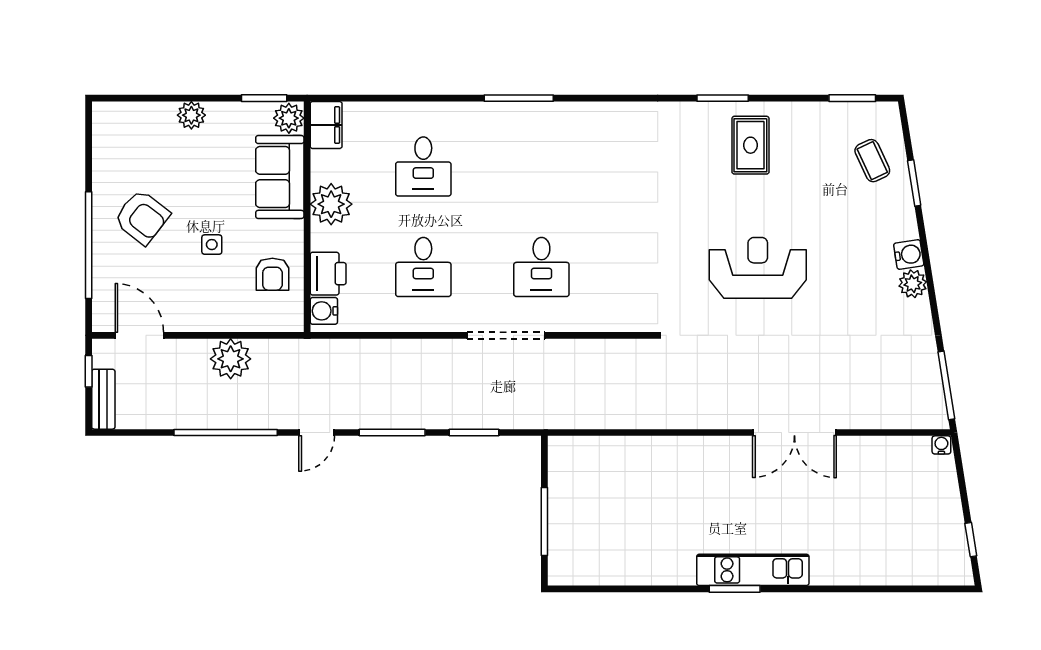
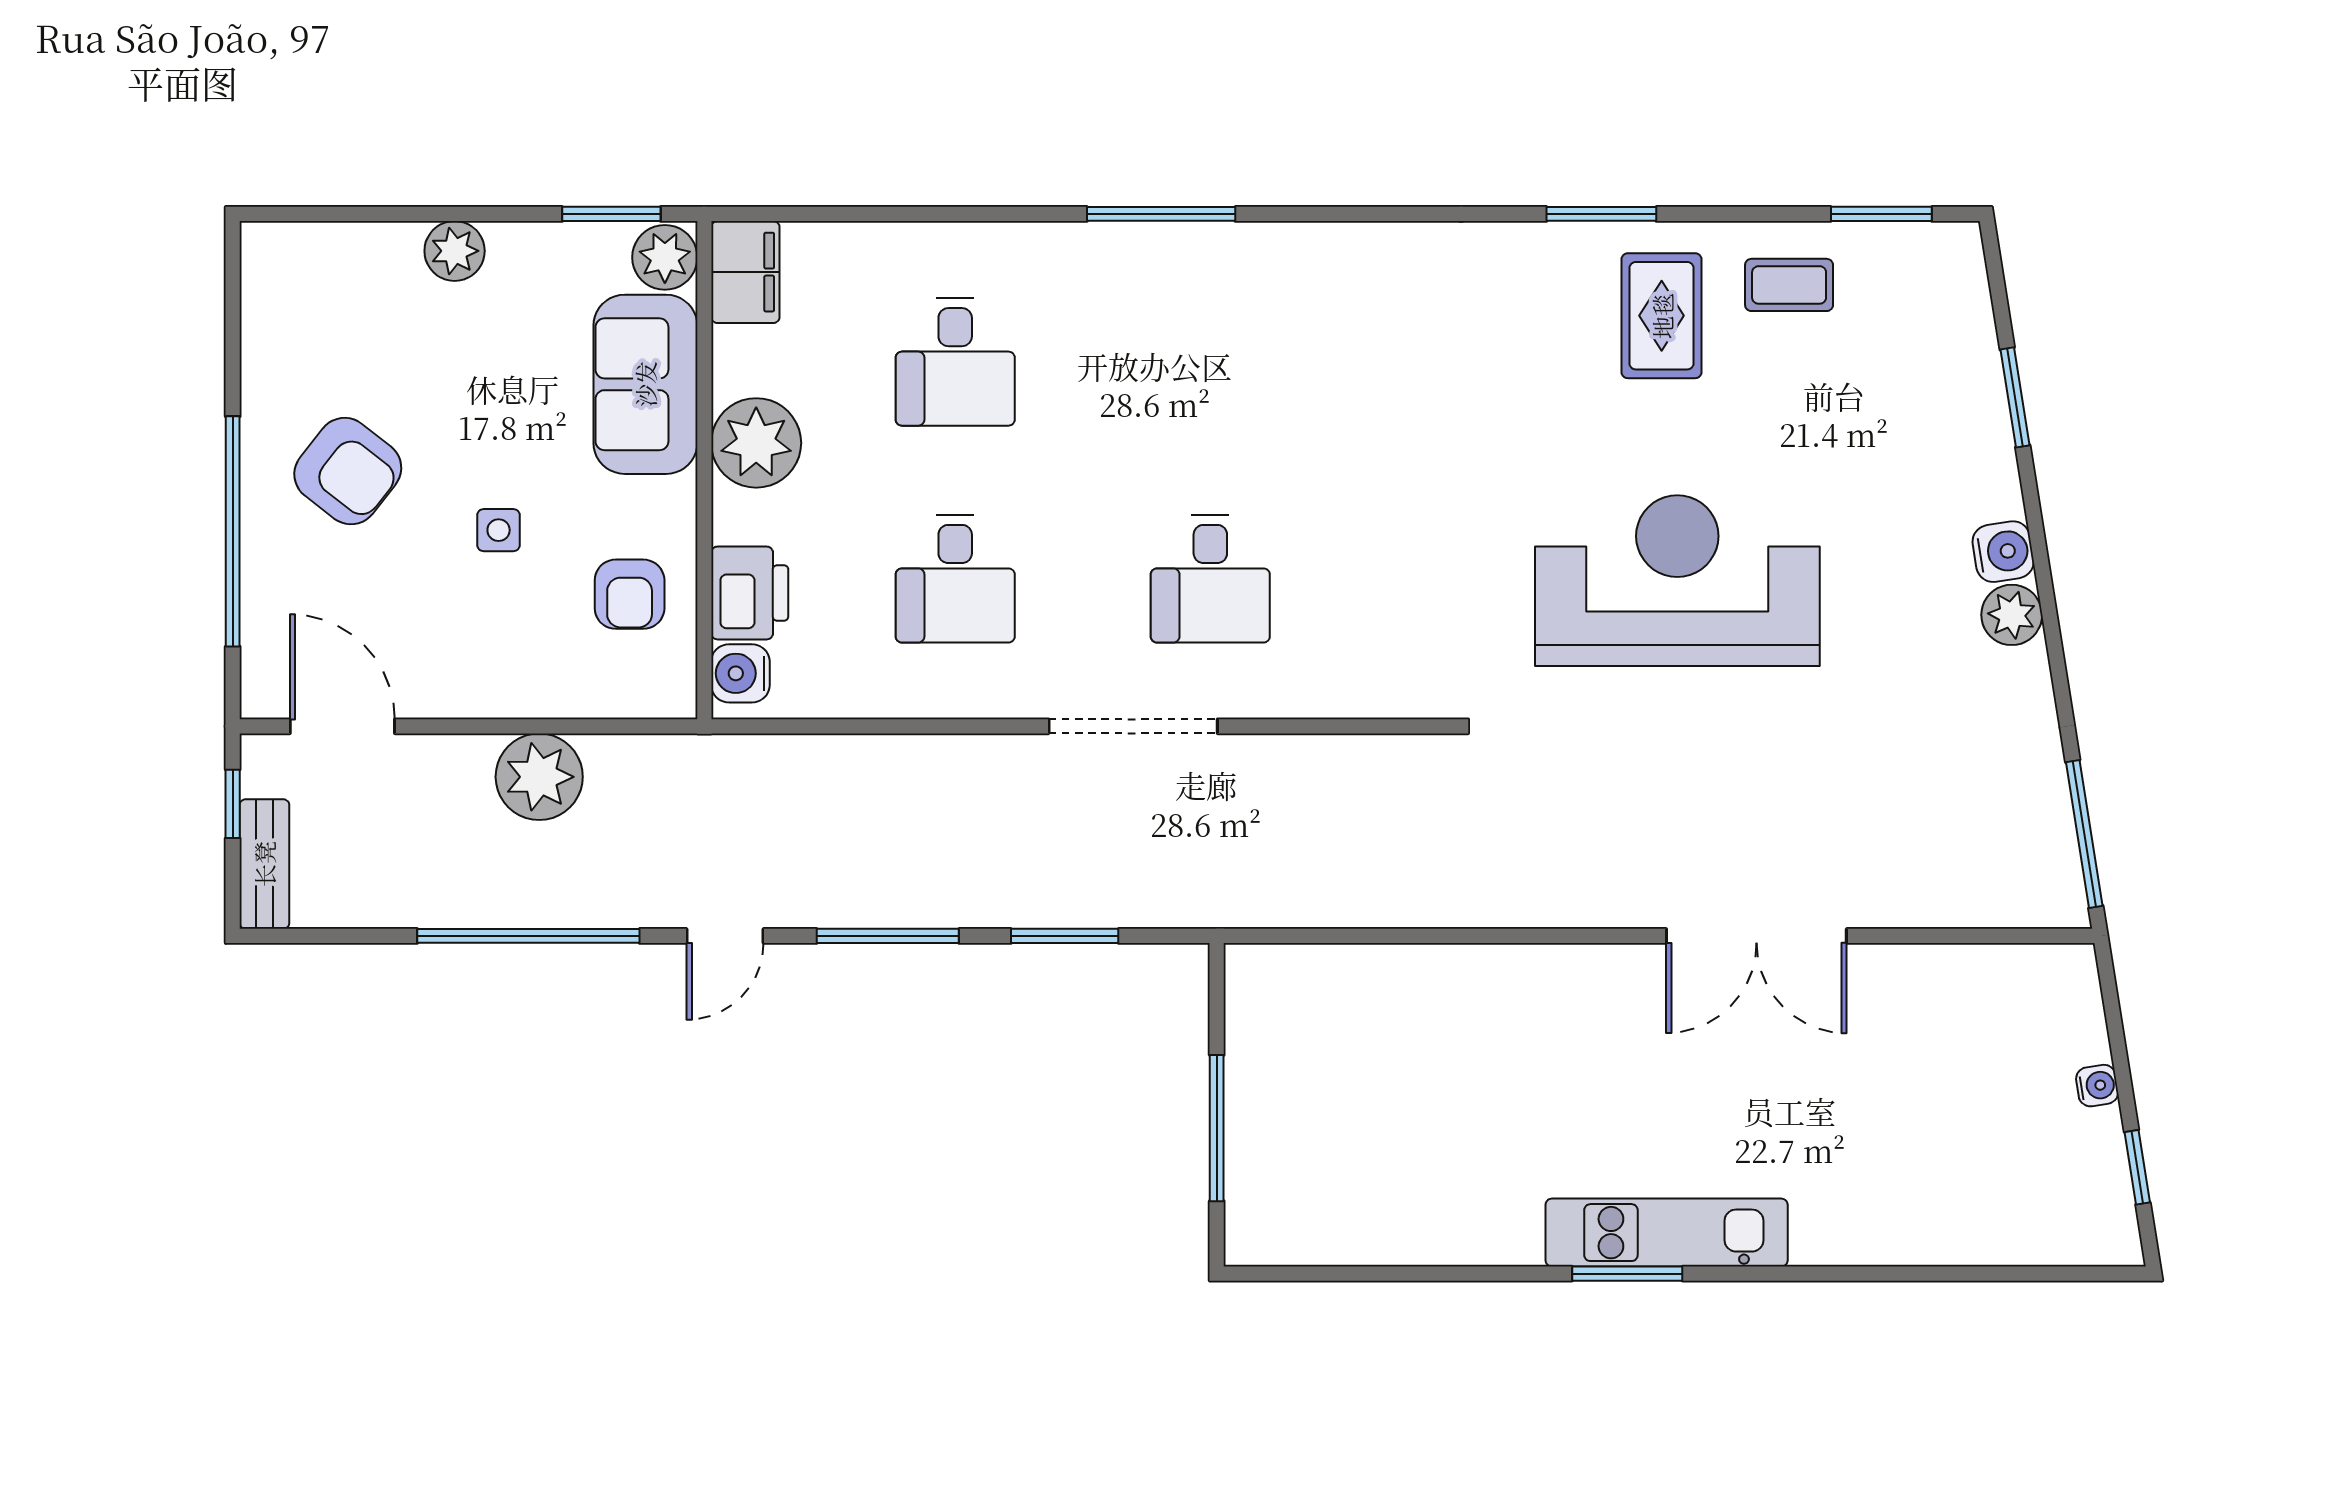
coffee table: (872, 161) -> (1789, 285), moved, turned -65
reception desk: (758, 268) -> (1677, 581), width x1.36, depth x1.30
water cooler: (941, 445) -> (2097, 1086), moved, turned 81

